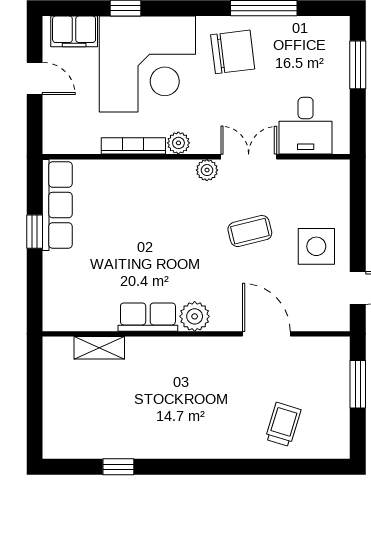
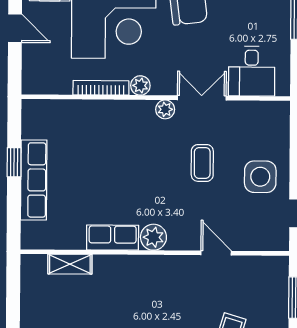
row of seats: (57, 205) -> (34, 180), moved
coffee table: (250, 231) -> (202, 163), turned -76
door: (266, 334) -> (216, 253), width x0.73

